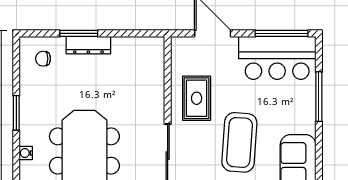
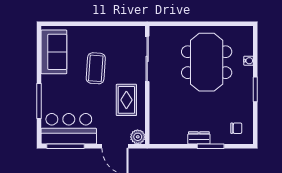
dresser: (88, 45) -> (199, 138), width x0.70
plant: (181, 47) -> (138, 137), added
coffee table: (239, 142) -> (96, 68), width x0.73, depth x0.76

